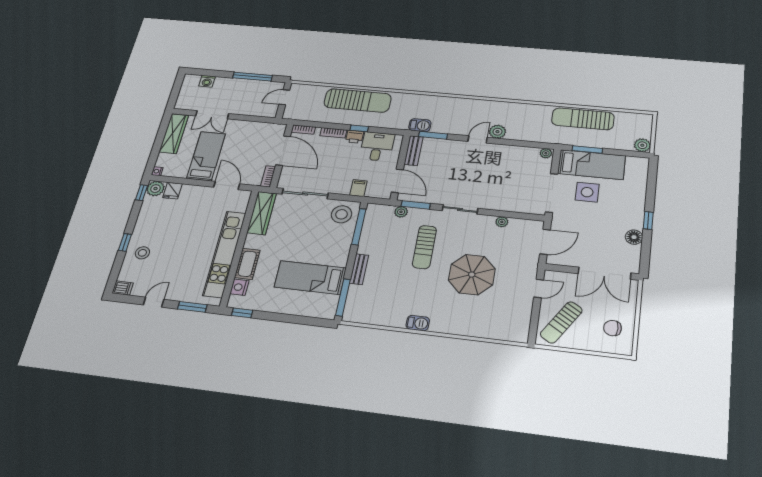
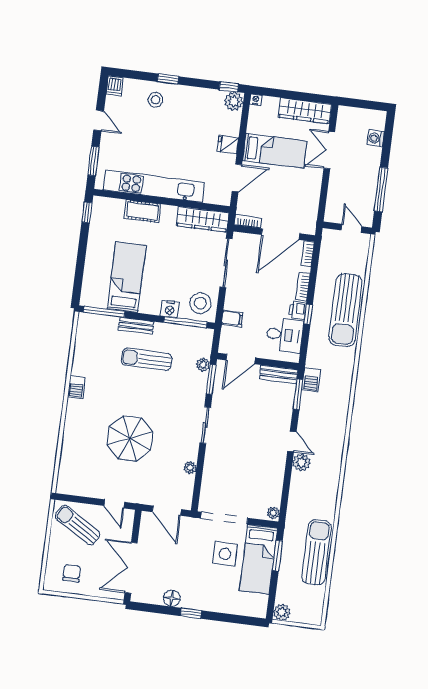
fridge: (172, 191) -> (228, 145), moved
sun lounger: (424, 247) -> (147, 359), moved
nightstand: (239, 287) -> (170, 309), moved, turned 180

